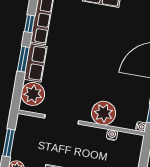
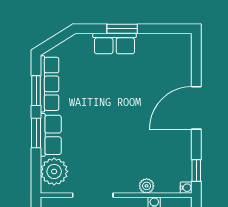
window: (30, 24) -> (36, 91), width x1.50
plant: (104, 113) -> (147, 186), width x0.53, depth x0.53

